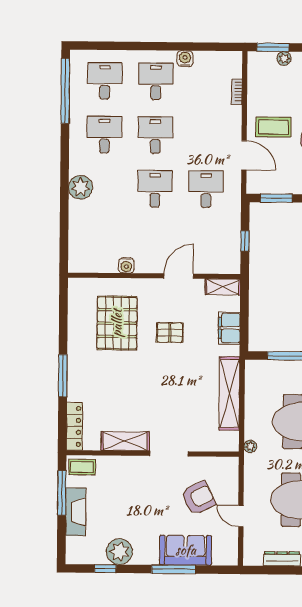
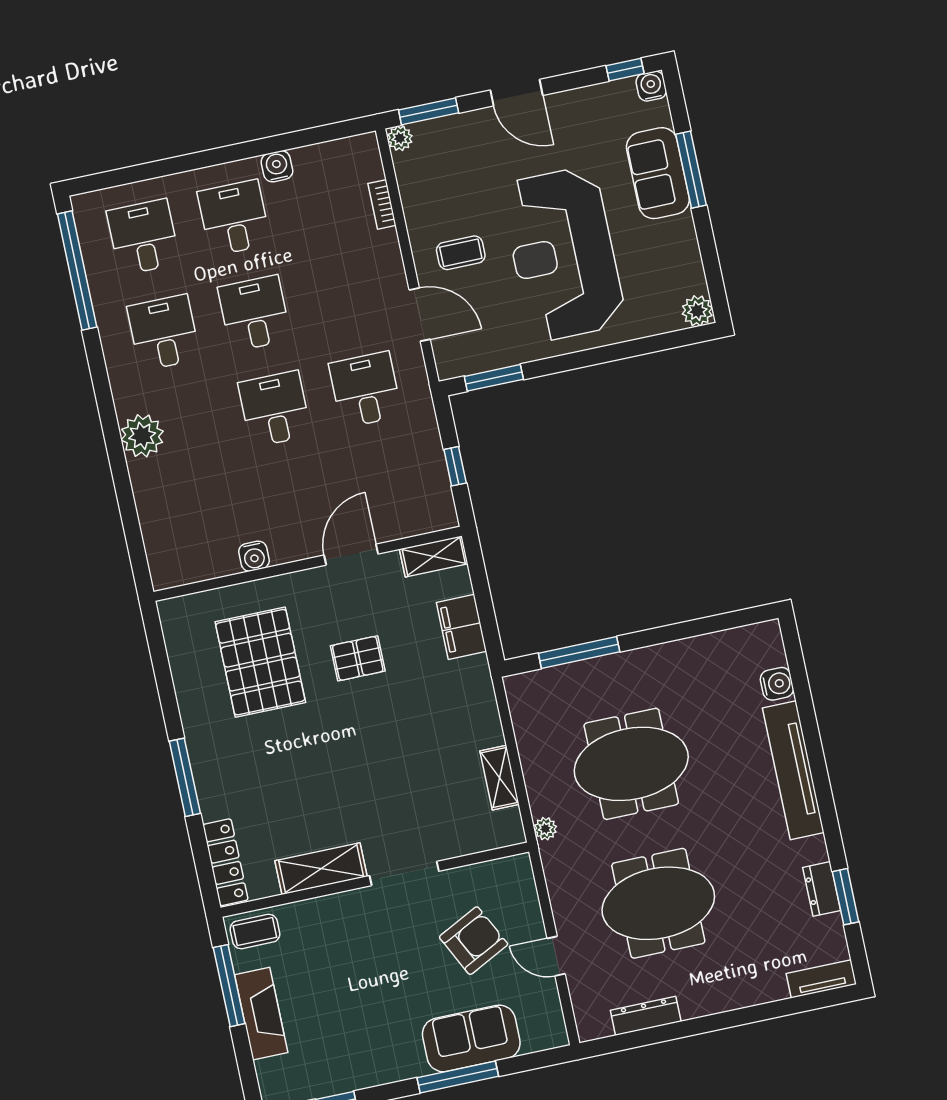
plant: (284, 59) -> (400, 138), moved
coffee table: (273, 127) -> (461, 253), width x0.73, depth x0.77
shelving: (229, 393) -> (500, 778), width x0.45, depth x0.75
plant: (119, 552) -> (354, 1067), removed

